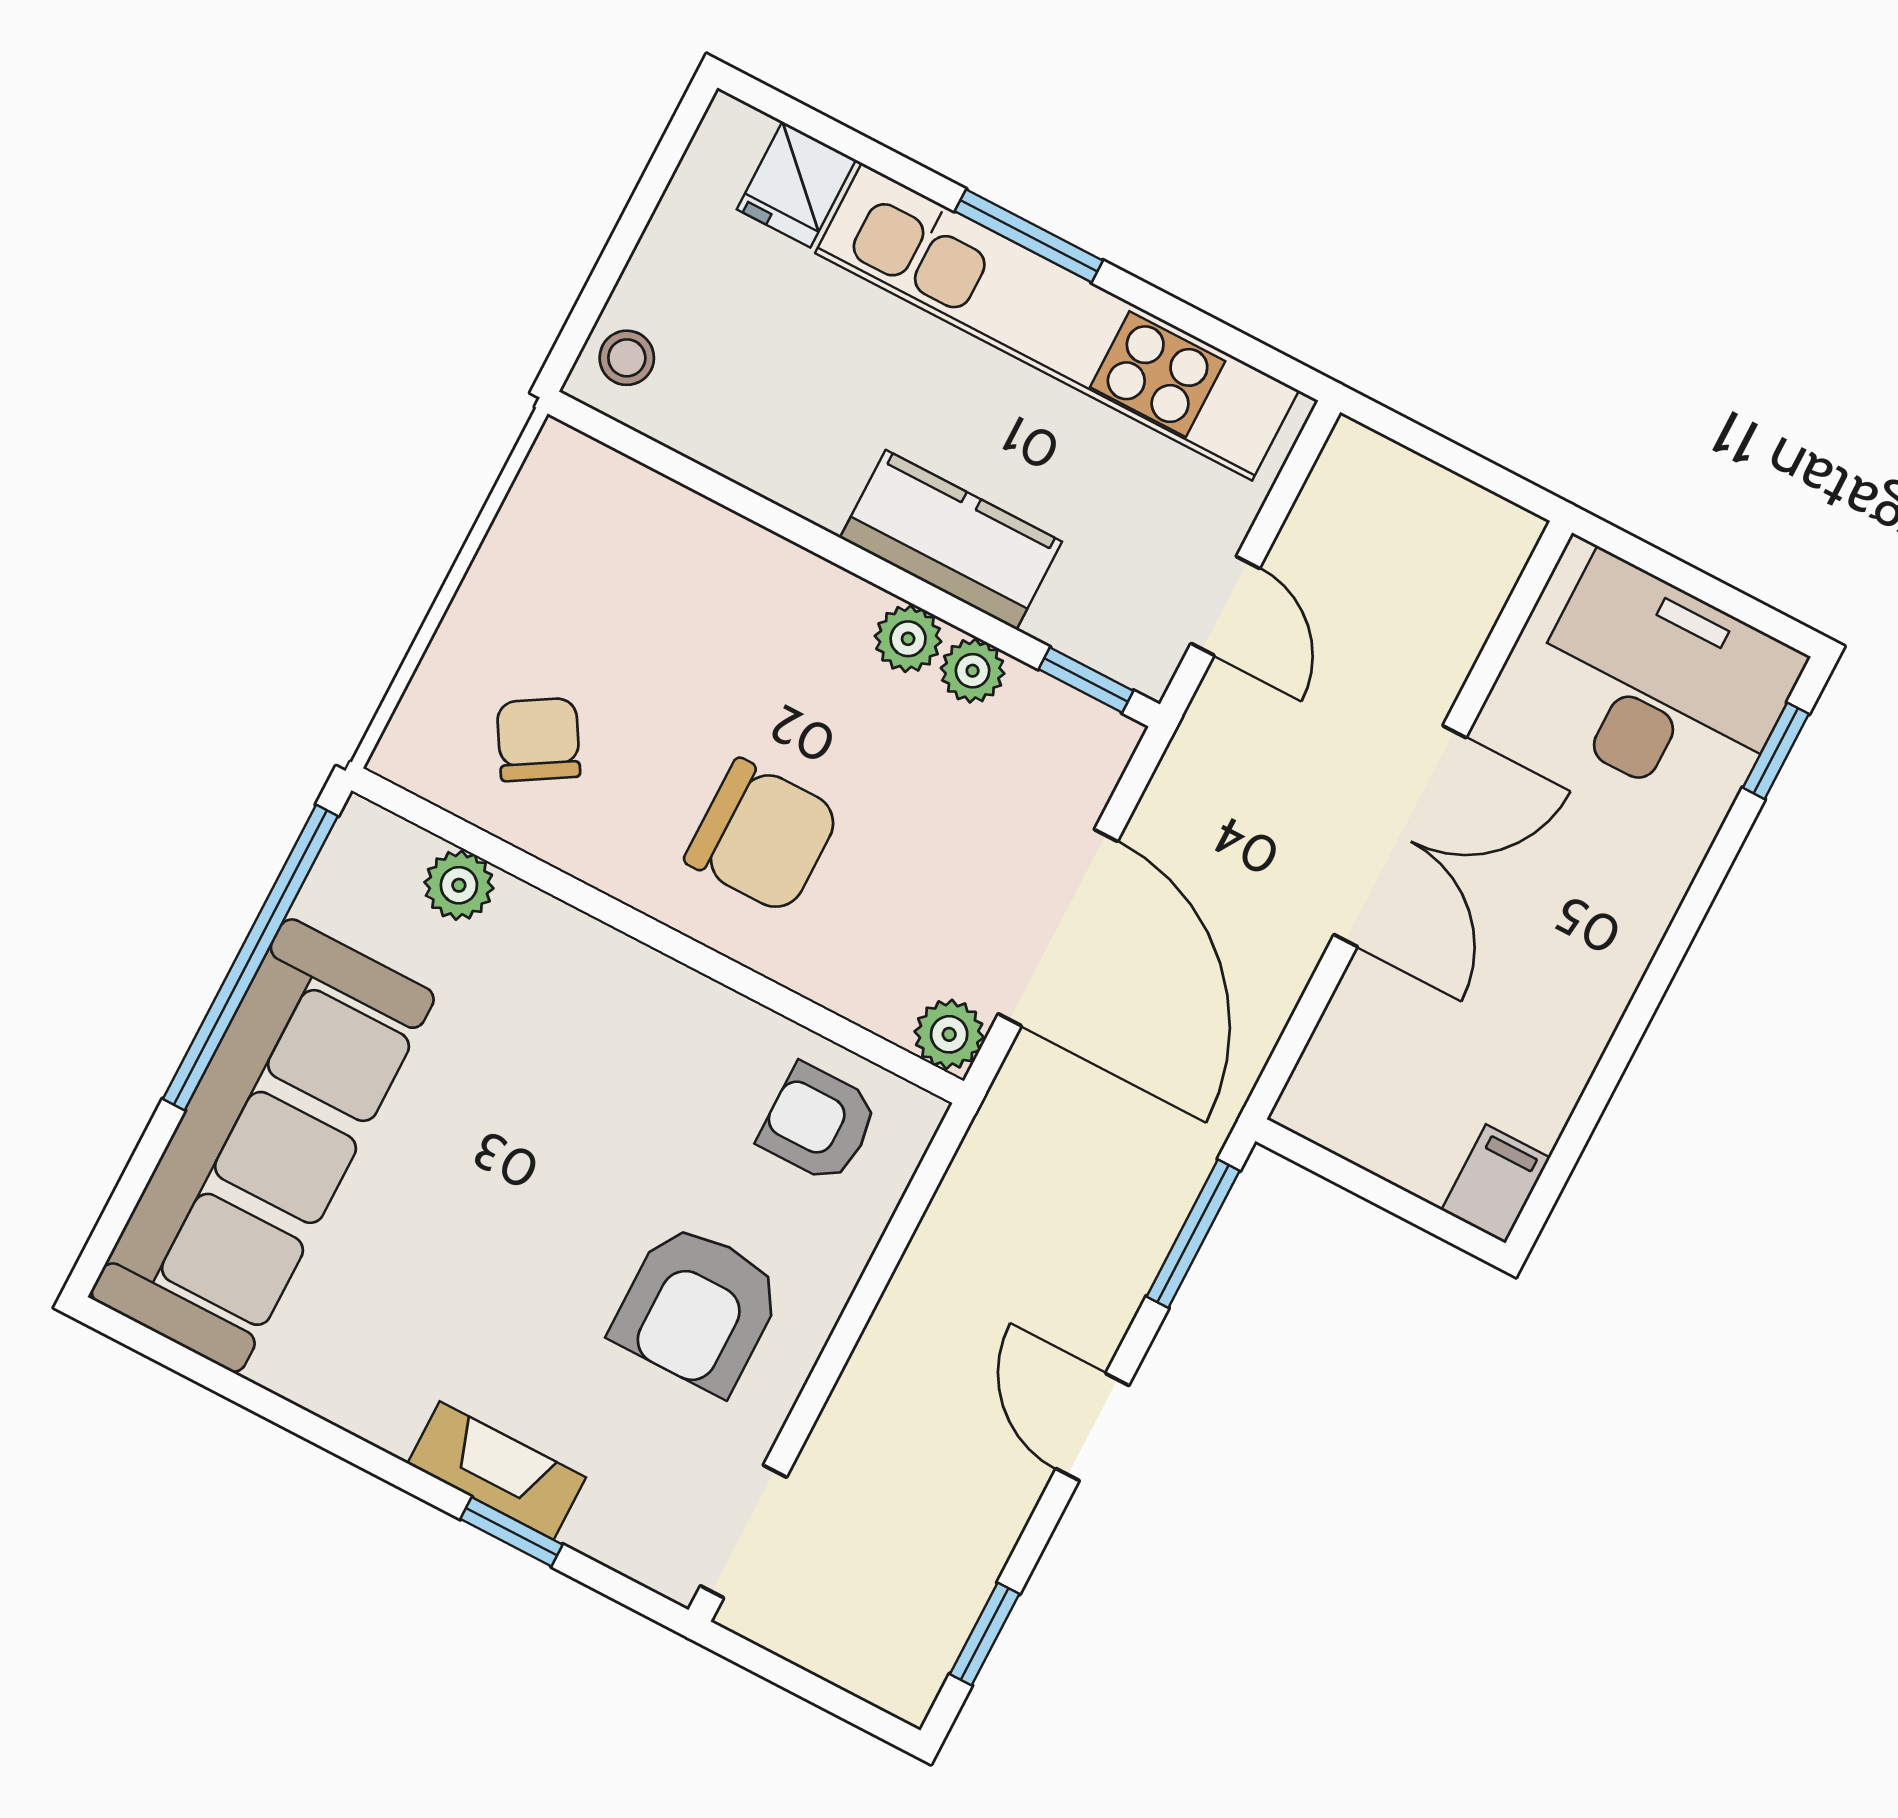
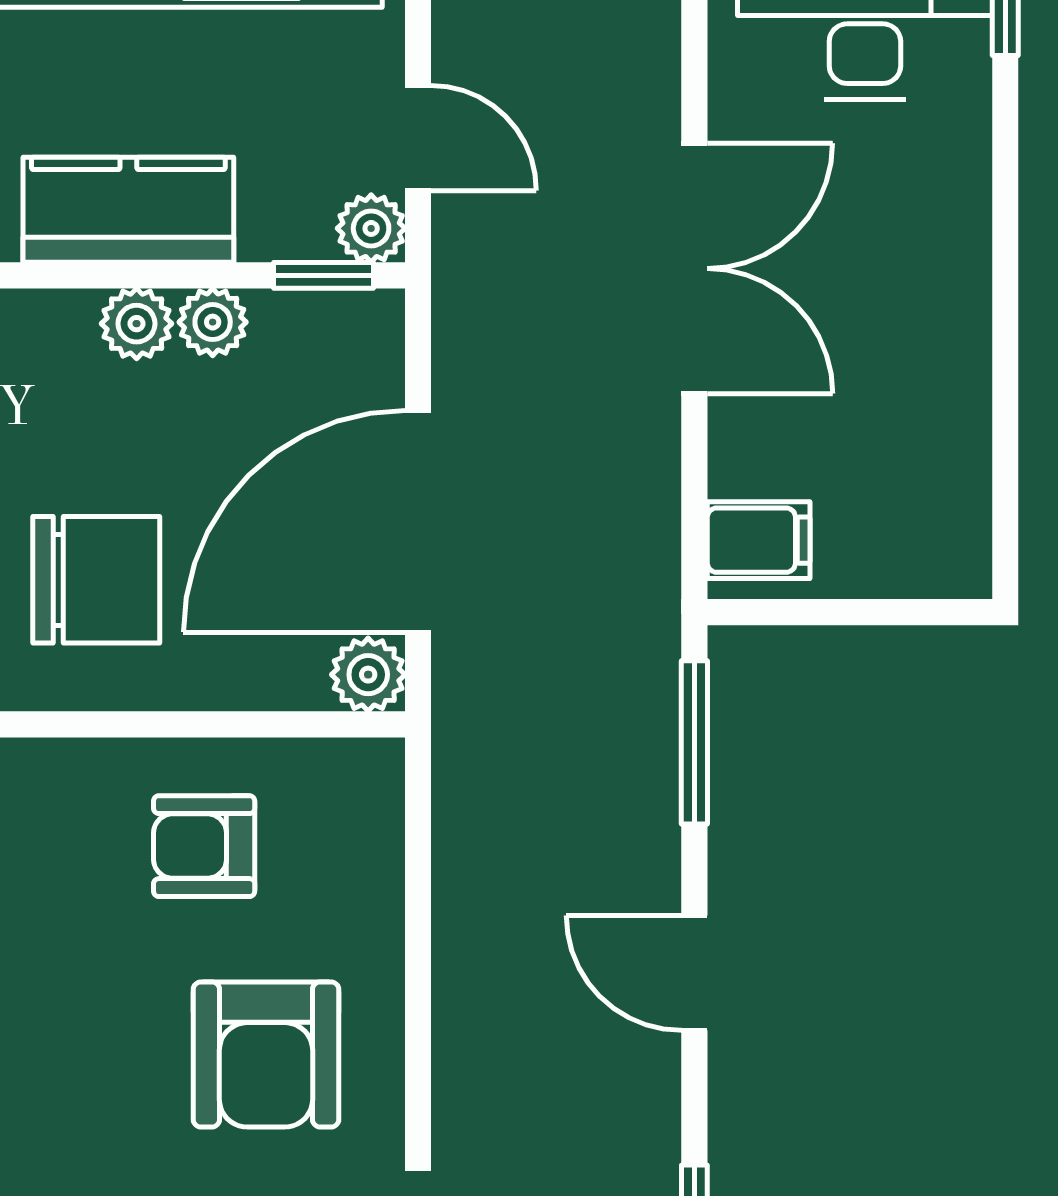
plant: (1146, 661) -> (371, 228), added
door: (1058, 928) -> (418, 521), swing flipped
armchair: (818, 1123) -> (204, 846), moved
filing cabinet: (1496, 1184) -> (759, 540), moved, turned 90

